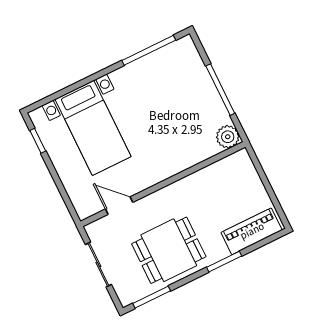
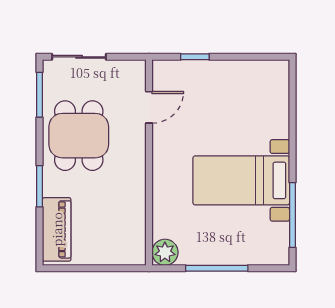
bed with nightstands: (93, 128) -> (241, 180), moved
window: (38, 141) -> (195, 57), moved
sliding door: (98, 264) -> (79, 57), moved

